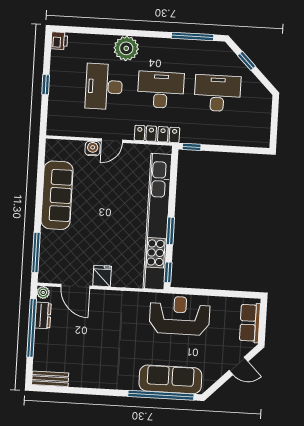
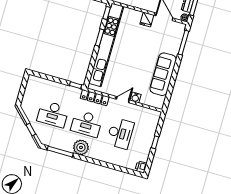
plant: (126, 48) -> (81, 147), moved

